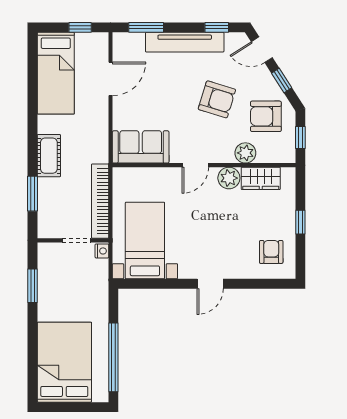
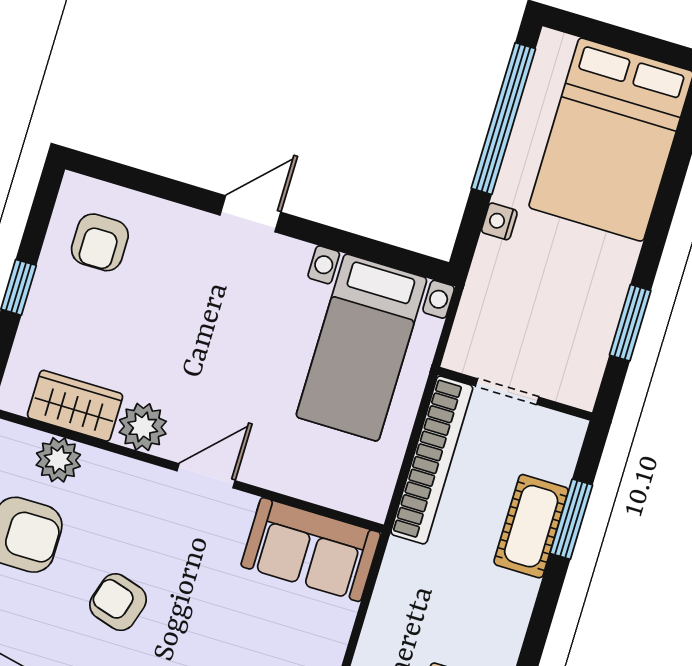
armchair: (217, 99) -> (118, 602), width x0.72, depth x0.72
plant: (245, 153) -> (58, 460), moved
cot: (49, 156) -> (531, 526), moved
nightstand: (102, 251) -> (499, 221), moved

